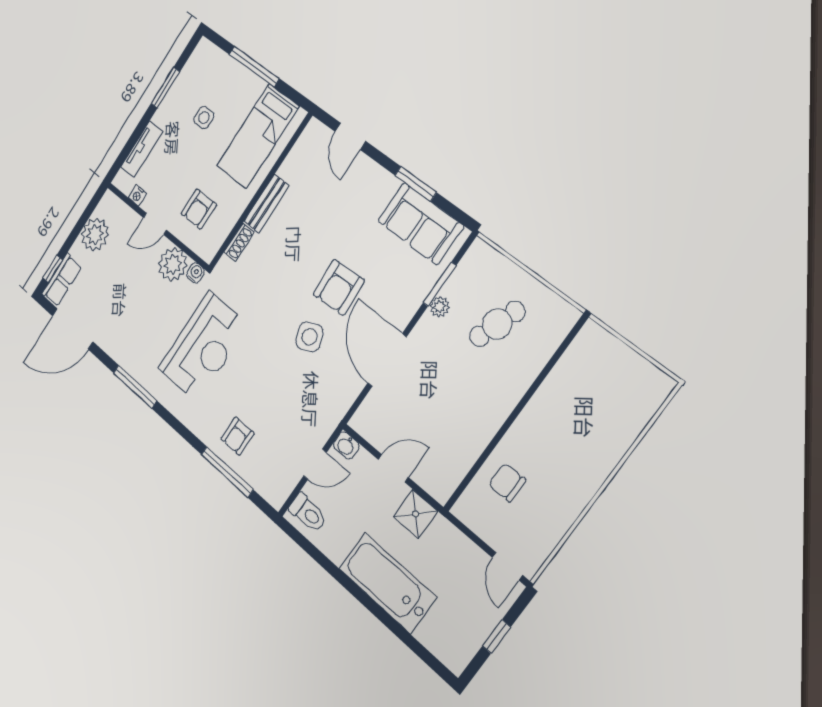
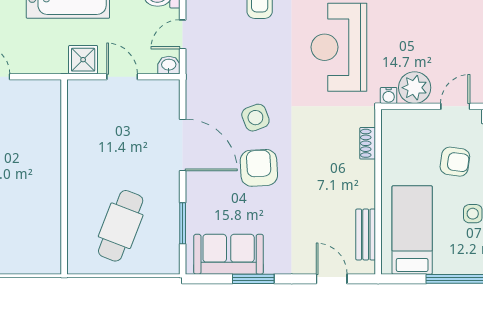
bench: (266, 203) -> (366, 235), moved
armchair: (199, 209) -> (455, 162), moved, turned 98
plant: (439, 307) -> (171, 208), removed
cafe table: (497, 324) -> (121, 226), width x1.37, depth x1.35
door: (393, 468) -> (122, 77), swing flipped
chair: (507, 482) -> (36, 129), removed

